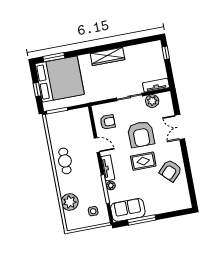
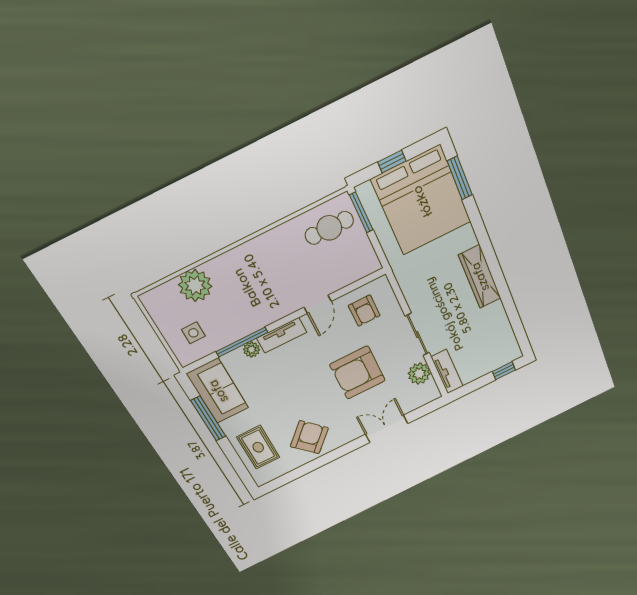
cafe table: (65, 161) -> (329, 228), moved
rug: (143, 161) -> (258, 447), moved
armchair: (171, 171) -> (309, 437), turned 90

